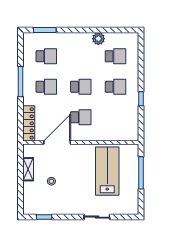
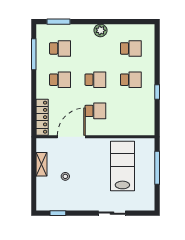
plant: (98, 39) -> (100, 30), moved
window: (21, 82) -> (34, 54), moved

